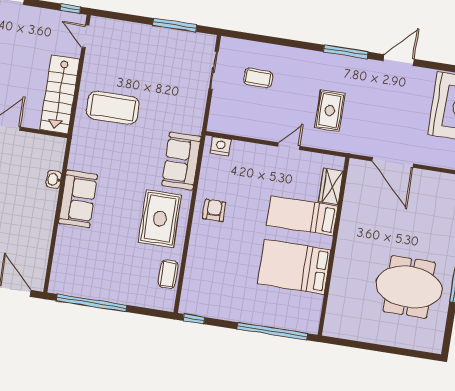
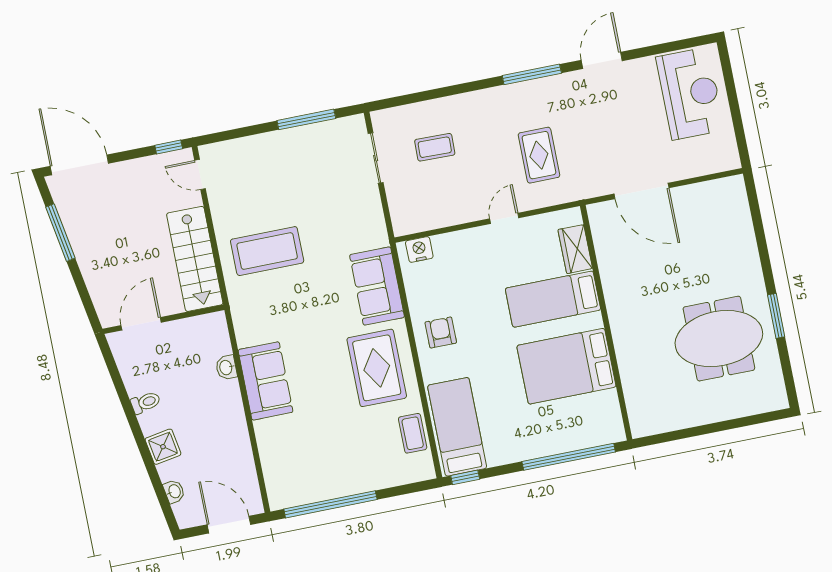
bed: (201, 281) -> (457, 427), added

